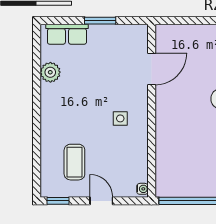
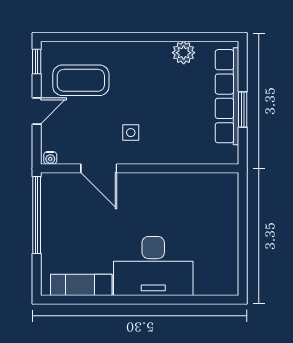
row of seats: (67, 34) -> (227, 96), width x2.02
door: (152, 69) -> (99, 168), moved
coffee table: (74, 162) -> (81, 80), width x1.36, depth x1.32

